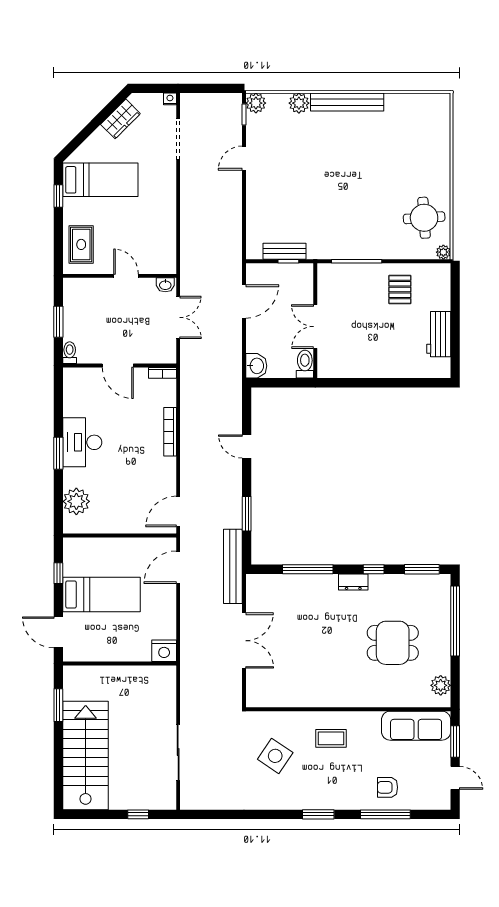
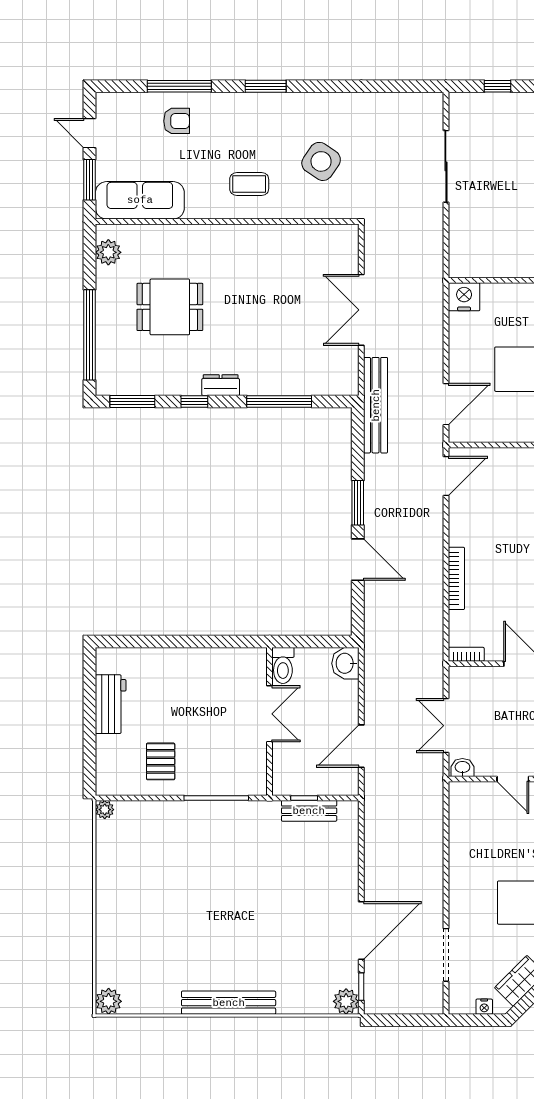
nightstand: (170, 99) -> (484, 1007), moved
plant: (299, 103) -> (109, 1001), moved
door: (244, 158) -> (361, 930), width x1.87
round table: (424, 218) -> (130, 854), removed
door: (247, 446) -> (358, 560), width x1.38
window: (247, 514) -> (358, 503), moved

